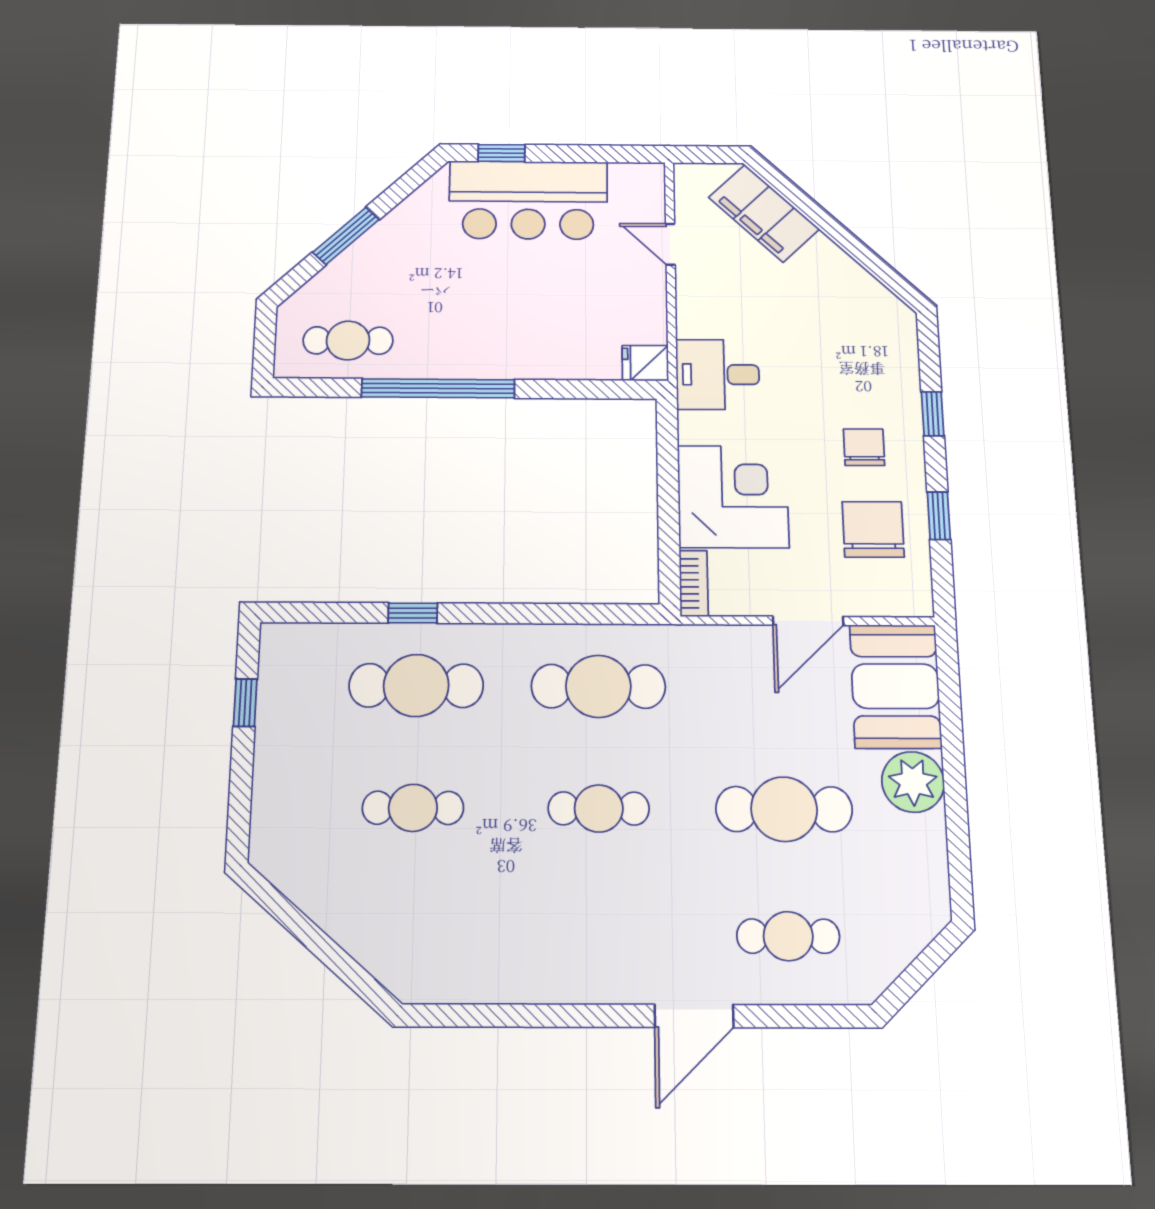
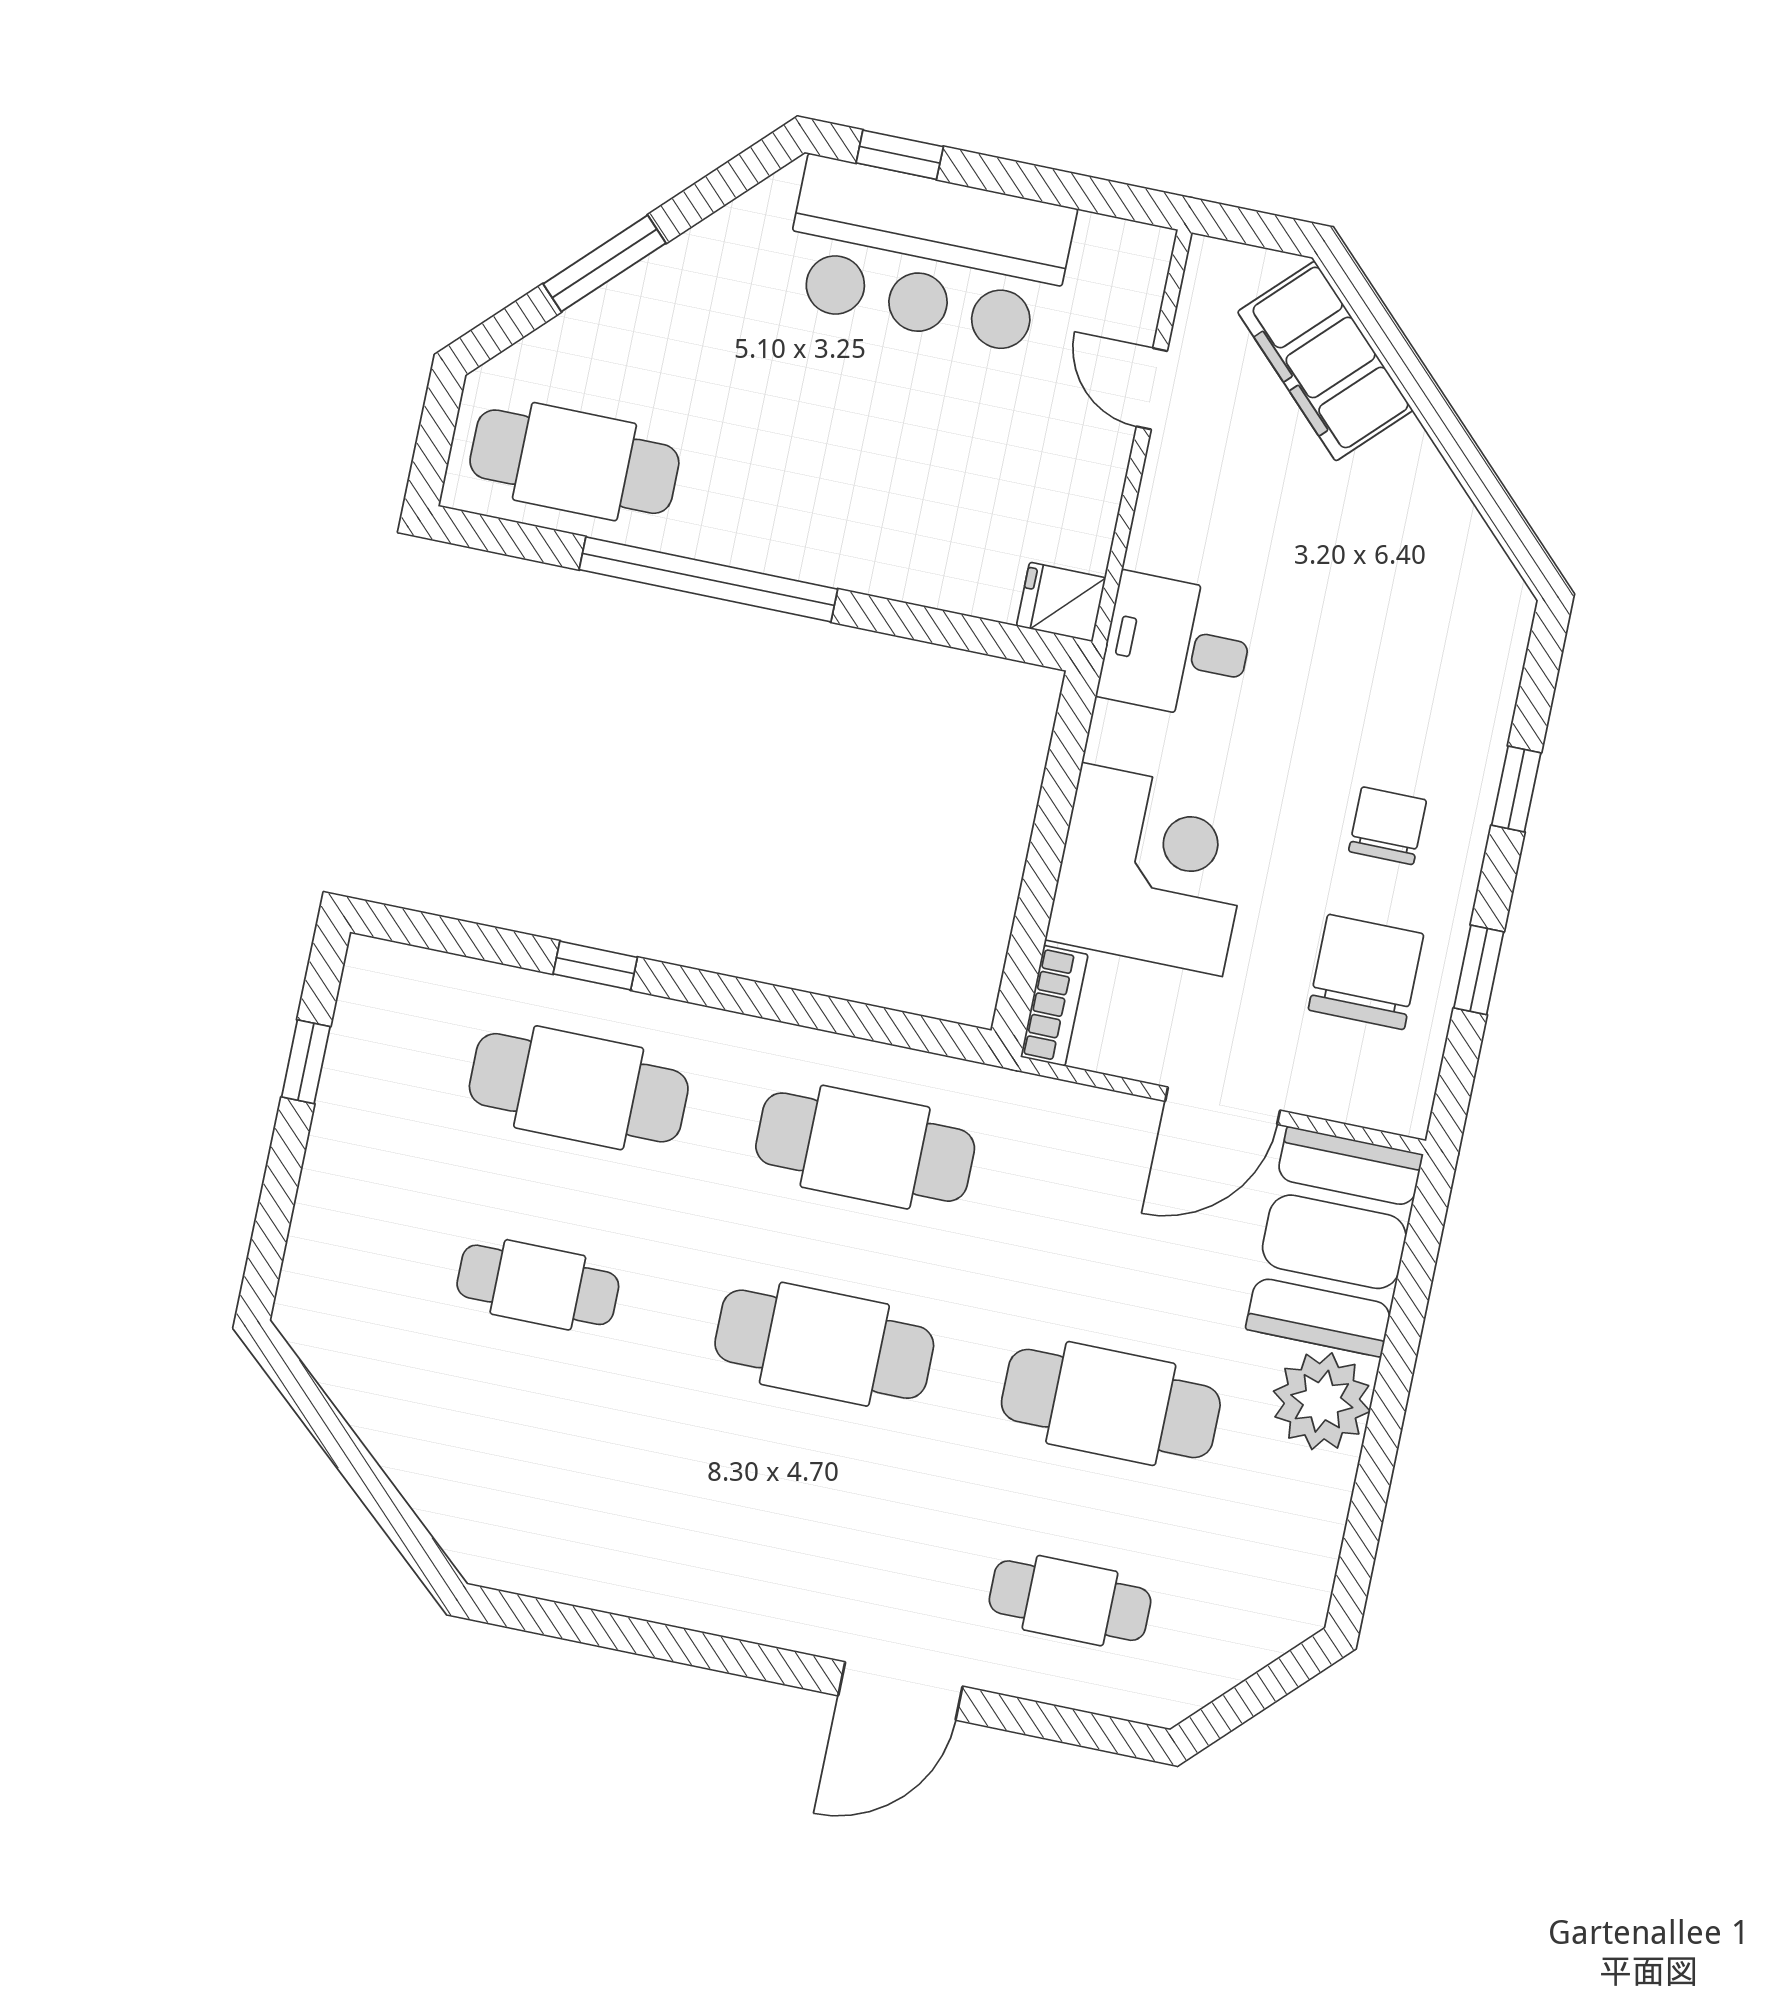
cafe table: (348, 341) -> (574, 462), width x1.37, depth x1.35
cafe table: (599, 808) -> (824, 1344), width x1.37, depth x1.35

